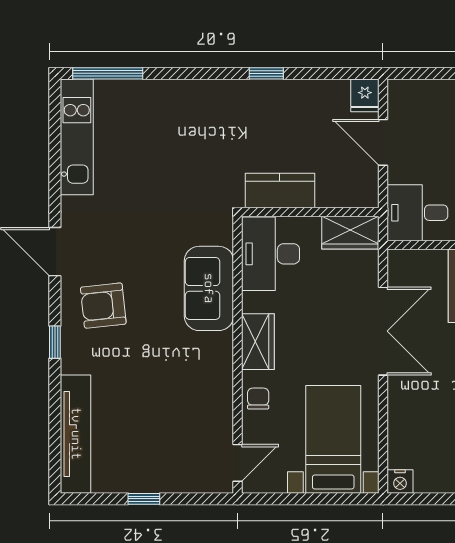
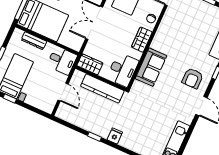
fridge: (365, 95) -> (115, 136), moved
kitchen counter: (280, 190) -> (102, 88), width x1.50
armchair: (103, 306) -> (193, 78), turned 96

